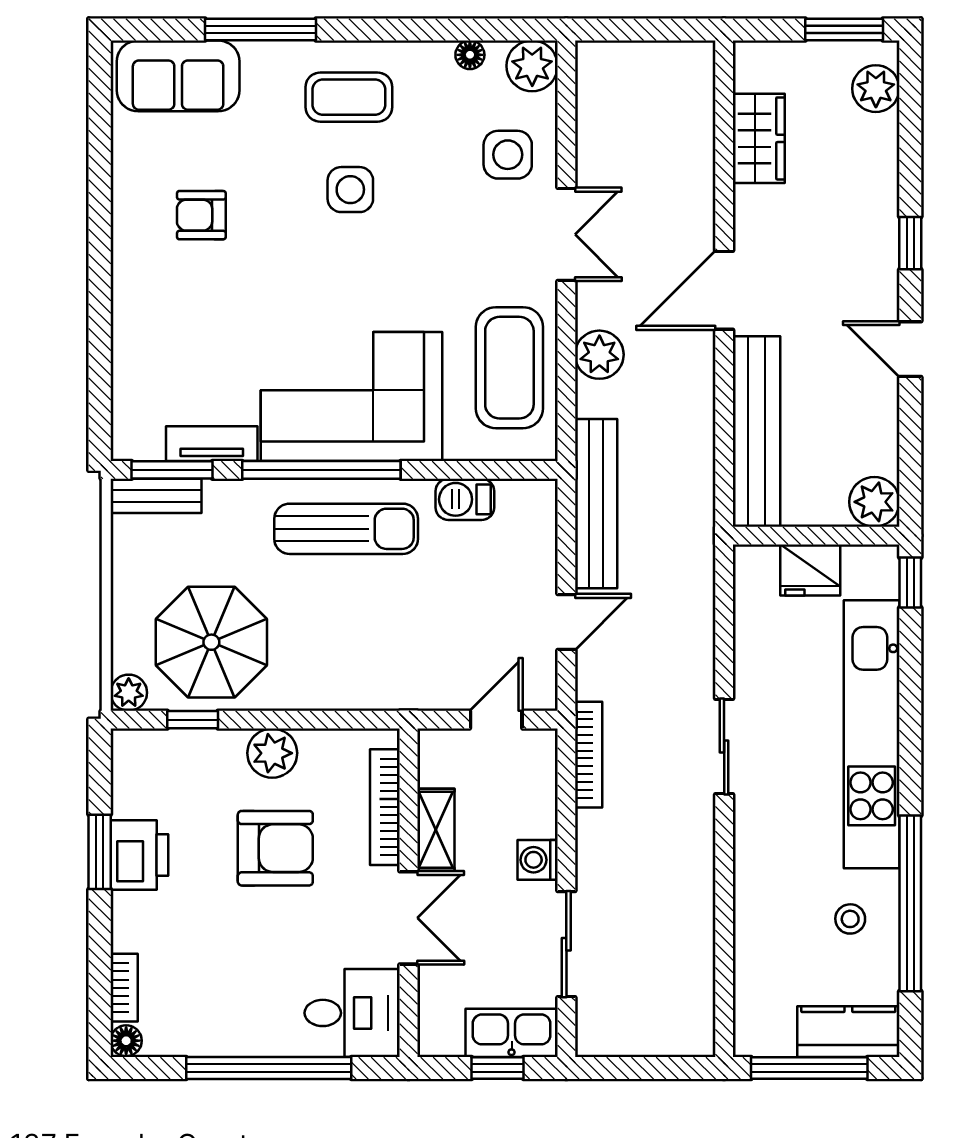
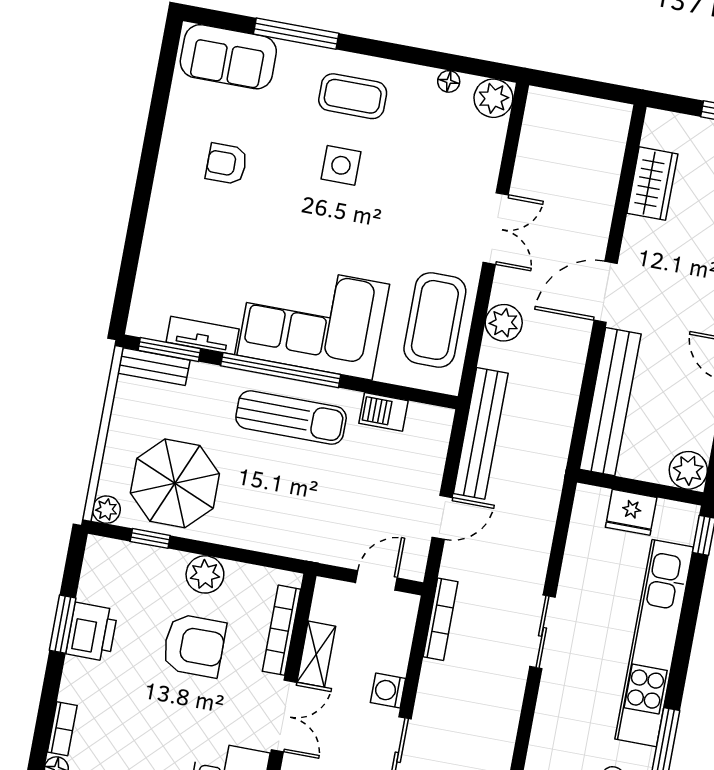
side table: (508, 155) -> (463, 161), removed

